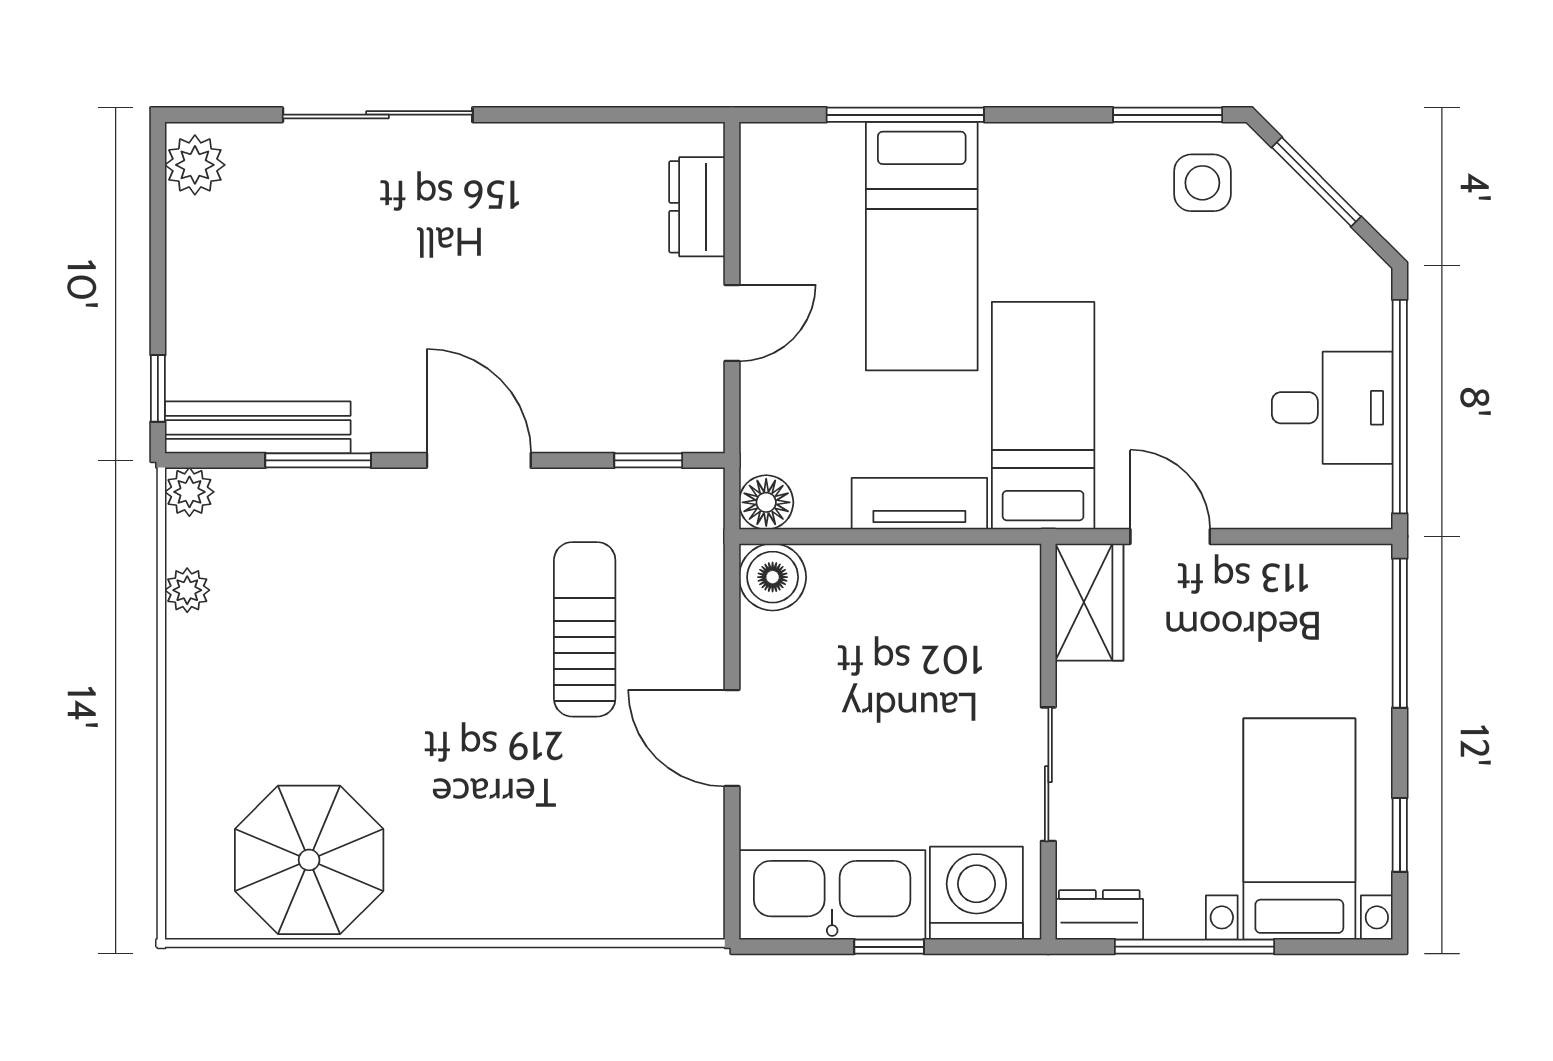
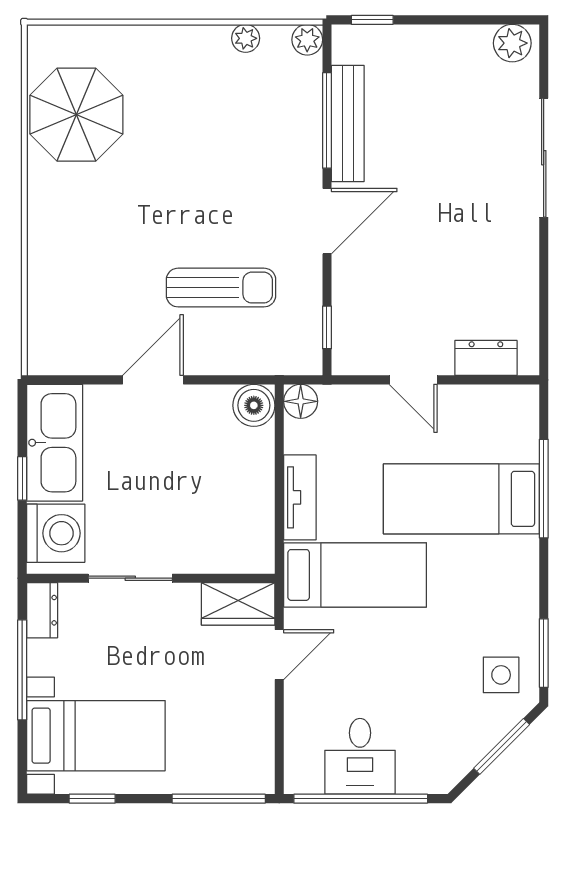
bench: (258, 427) -> (348, 123), moved
window: (318, 460) -> (327, 120), width x1.44

